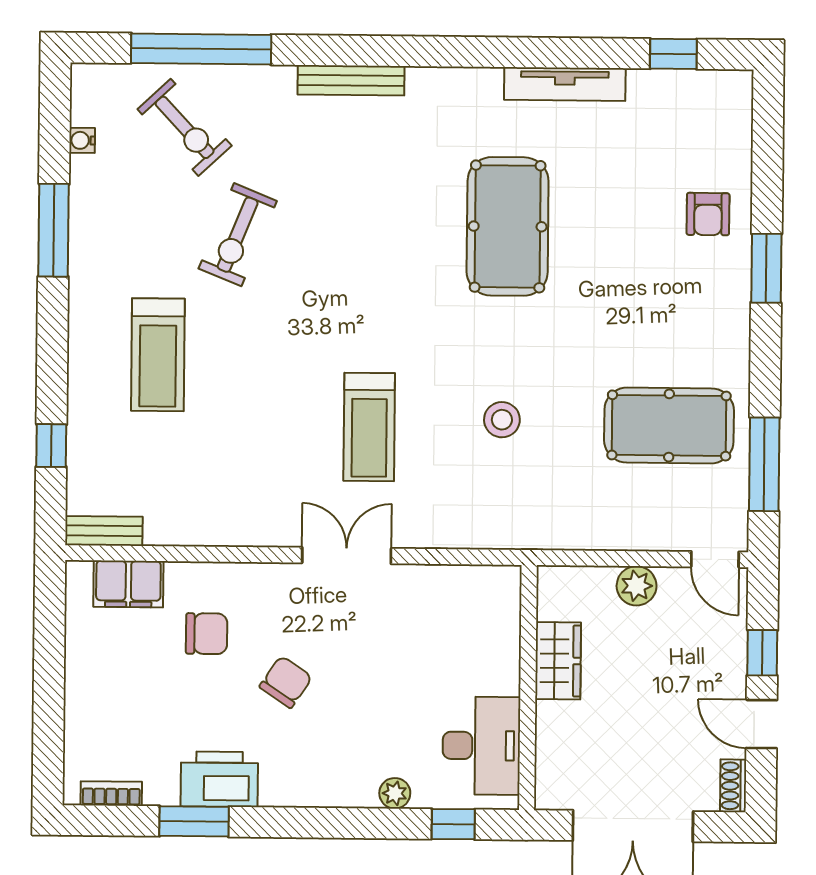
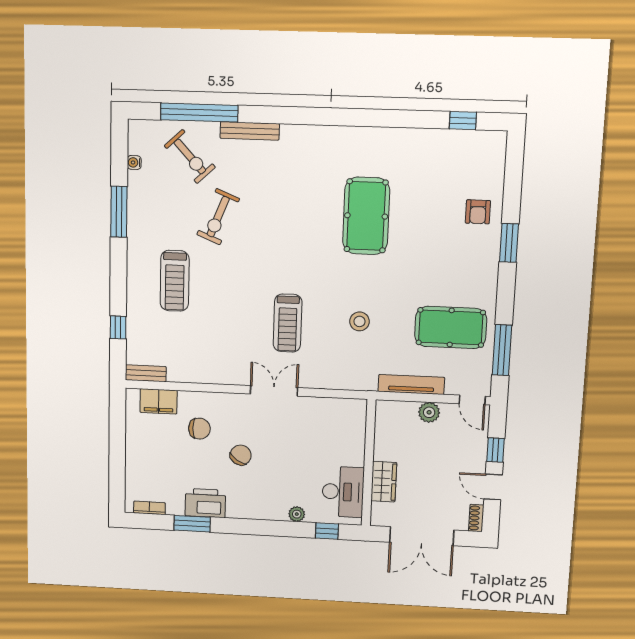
bench: (351, 80) -> (250, 131), moved
tv unit: (565, 84) -> (411, 385), moved, turned 180
wardrobe: (558, 661) -> (384, 482), moved

